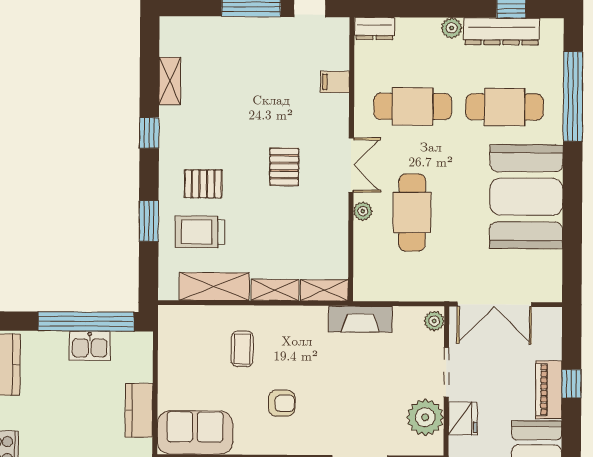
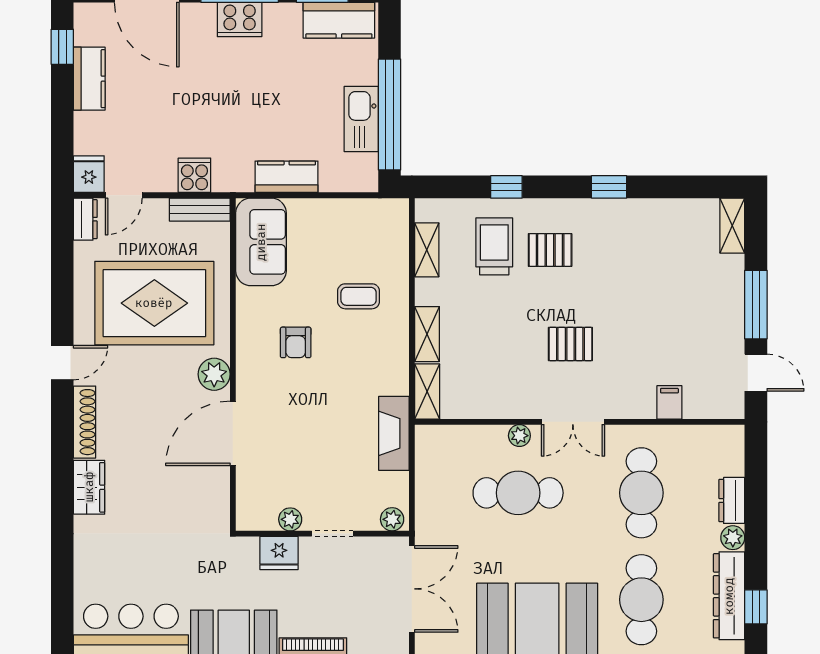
dresser: (375, 28) -> (732, 500), moved
shelving: (170, 81) -> (732, 226), moved, turned 90
pallet: (203, 184) -> (550, 250), turned 90
window: (149, 221) -> (506, 187), width x0.67
shelving: (214, 287) -> (427, 250), width x0.67, depth x0.75
double door: (494, 304) -> (412, 589), swing flipped
kitchen sink: (90, 346) -> (361, 119), width x1.38
doorway: (446, 372) -> (333, 534), width x0.73
plant: (425, 417) -> (290, 519), width x0.53, depth x0.53

